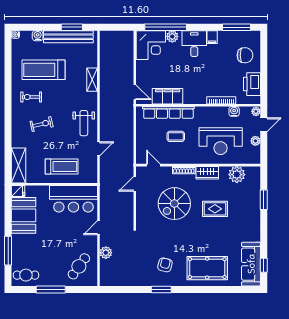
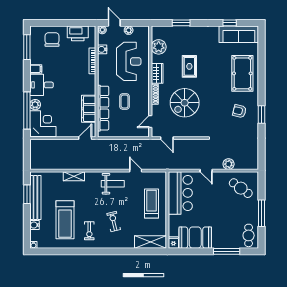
spiral stairs: (174, 204) -> (185, 103), turned 90
window: (264, 265) -> (230, 23), moved

